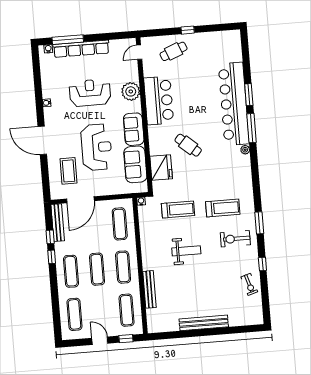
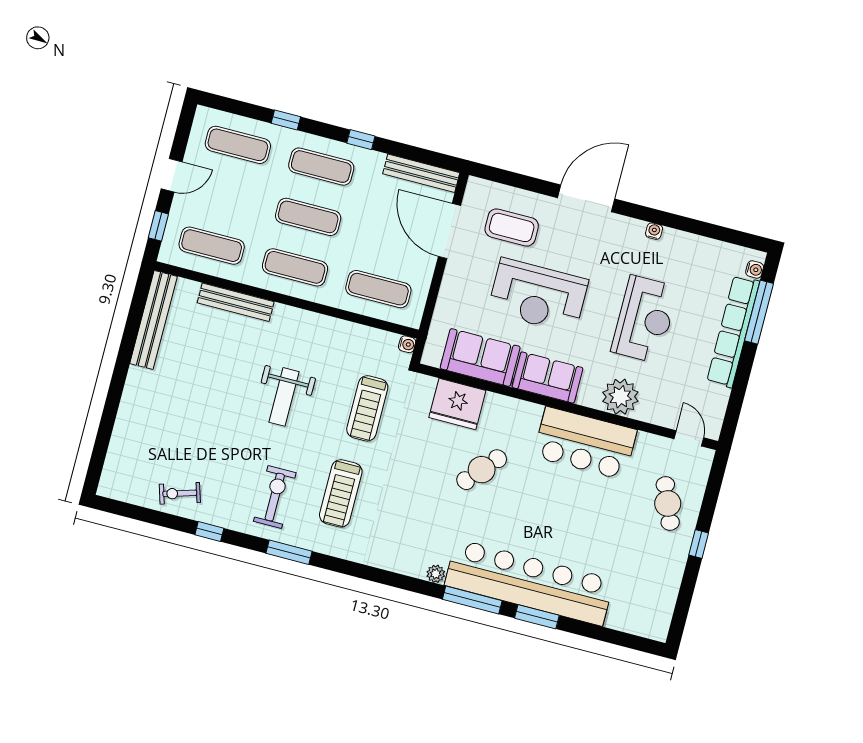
window: (50, 237) -> (286, 120), moved
bench: (204, 323) -> (154, 320), moved

